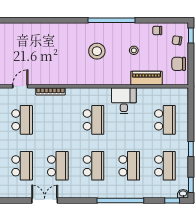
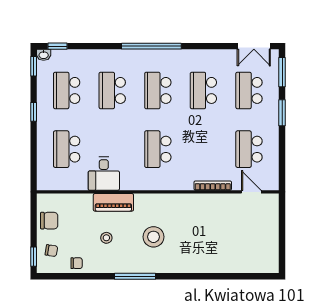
window: (111, 20) -> (135, 276), width x0.68
piano: (146, 78) -> (113, 202), moved
door: (20, 86) -> (251, 192), swing flipped
desk: (124, 101) -> (104, 174), moved
double door: (45, 201) -> (254, 46), moved
window: (120, 201) -> (151, 46), moved

